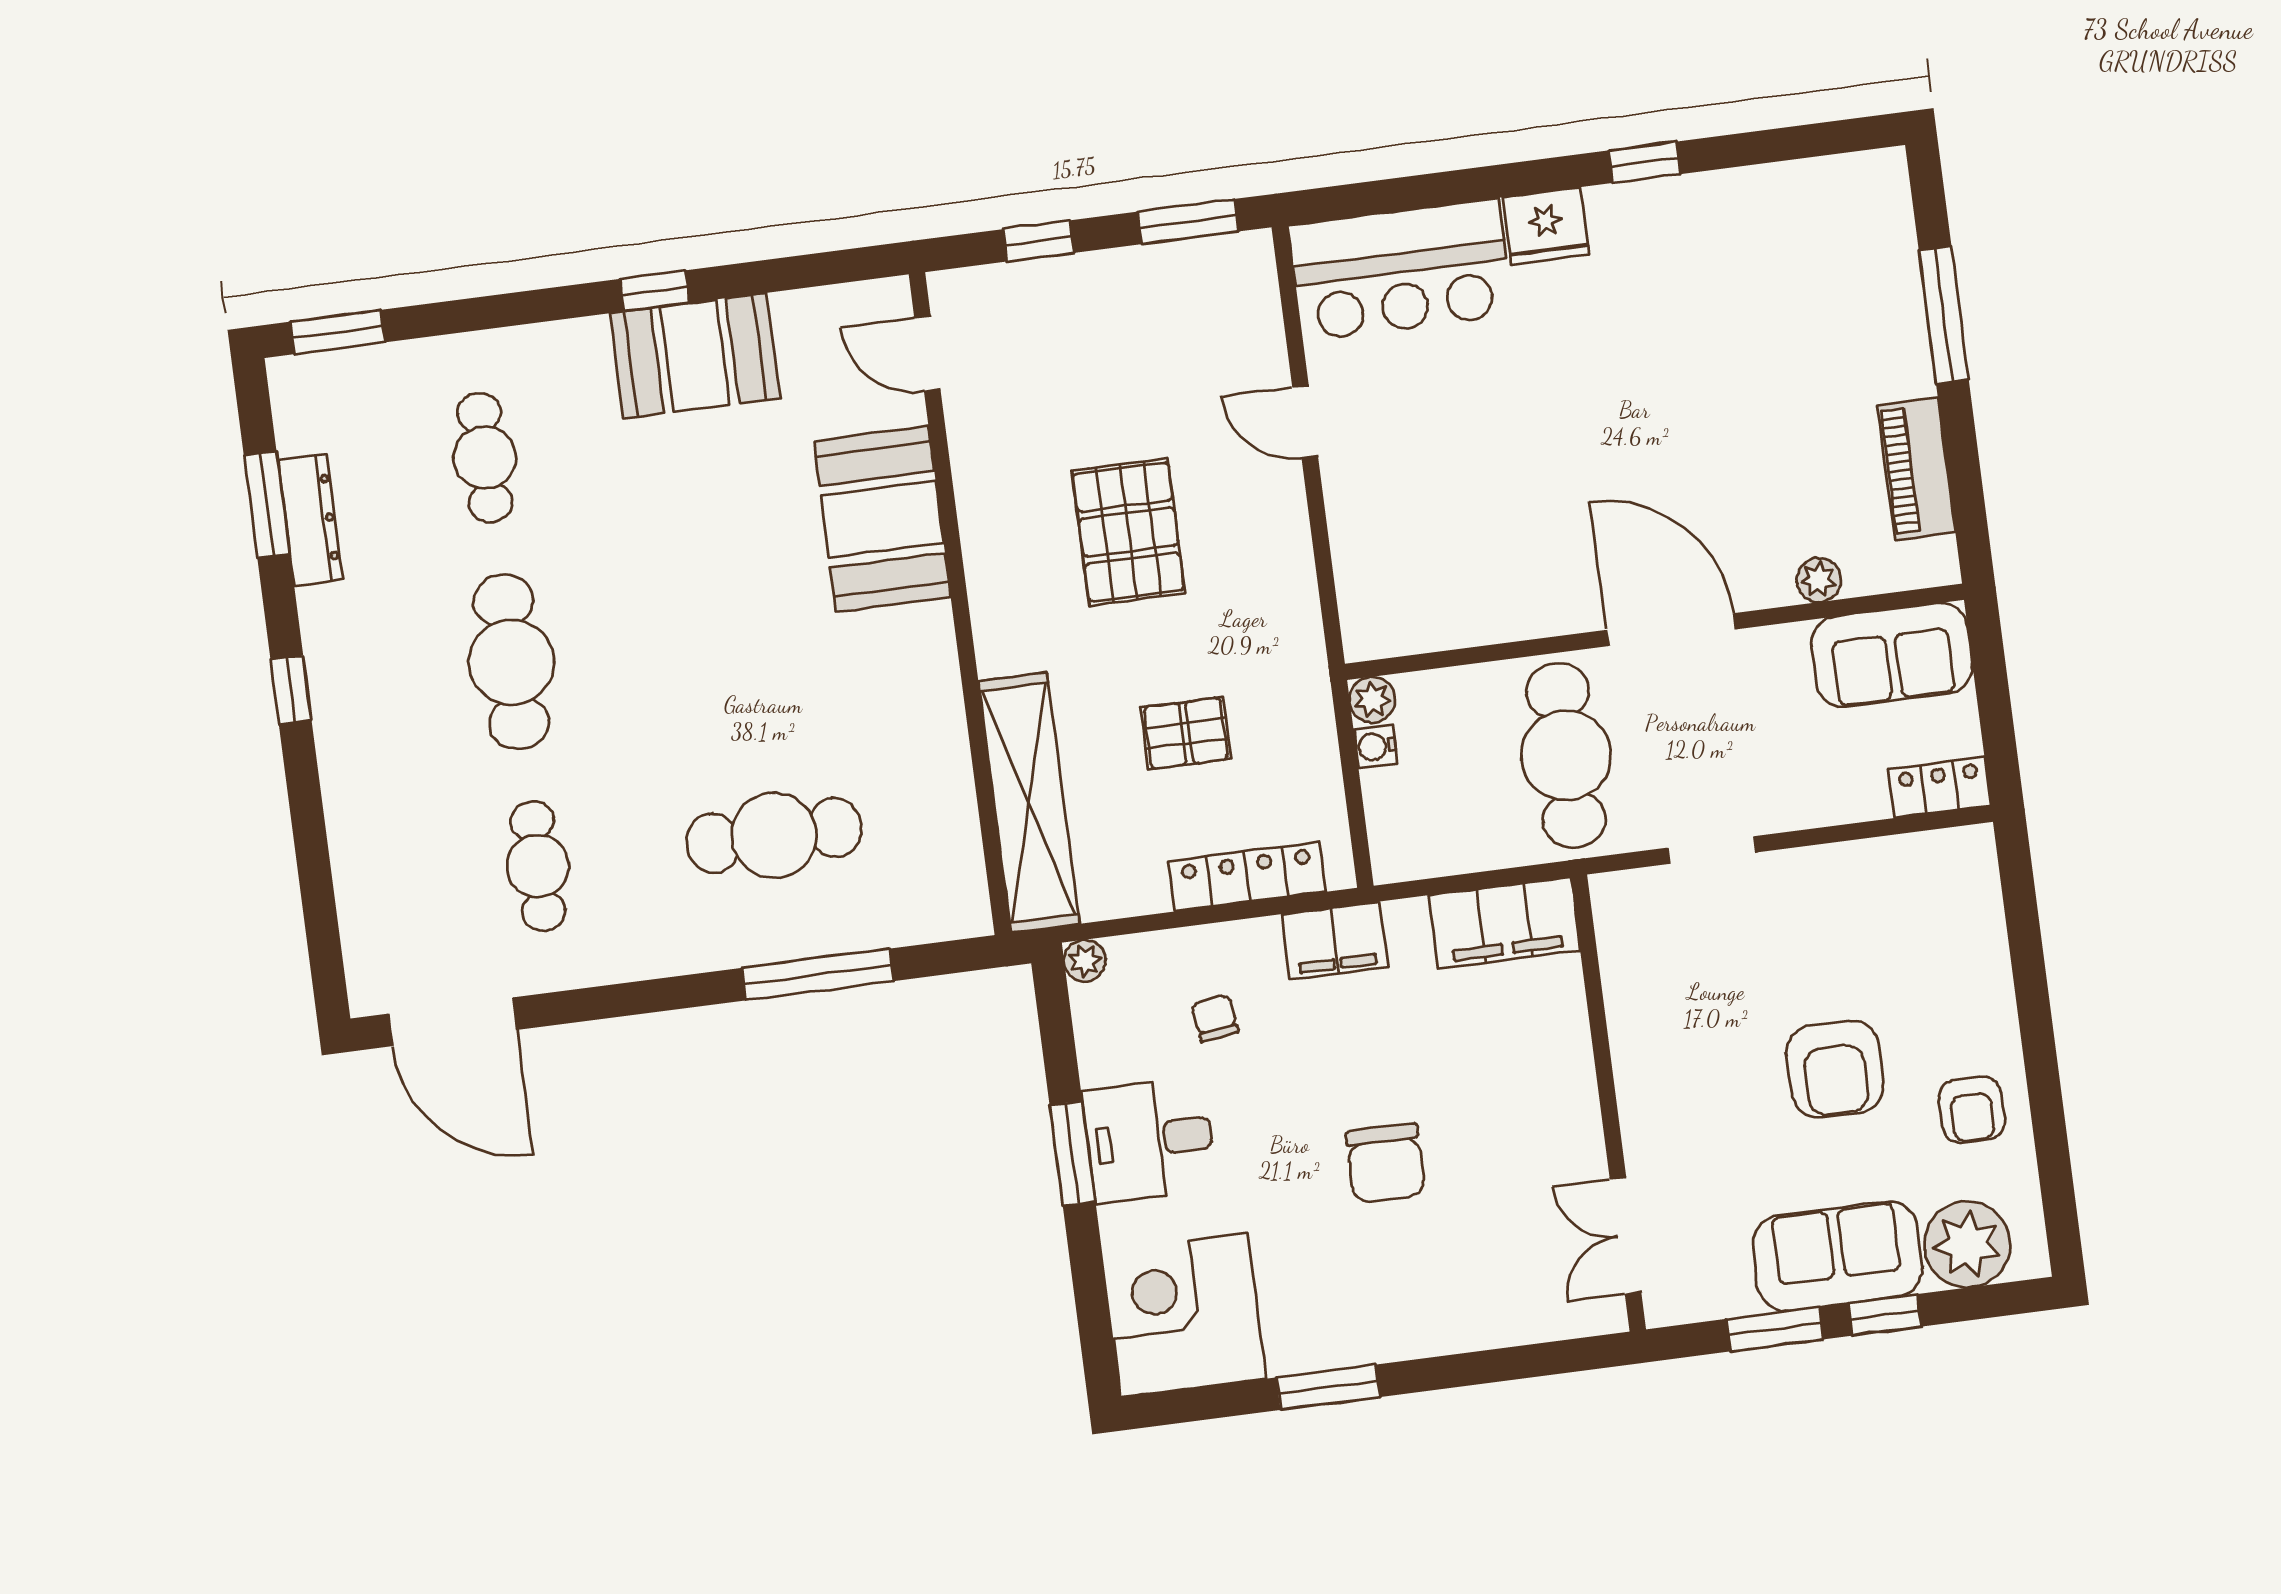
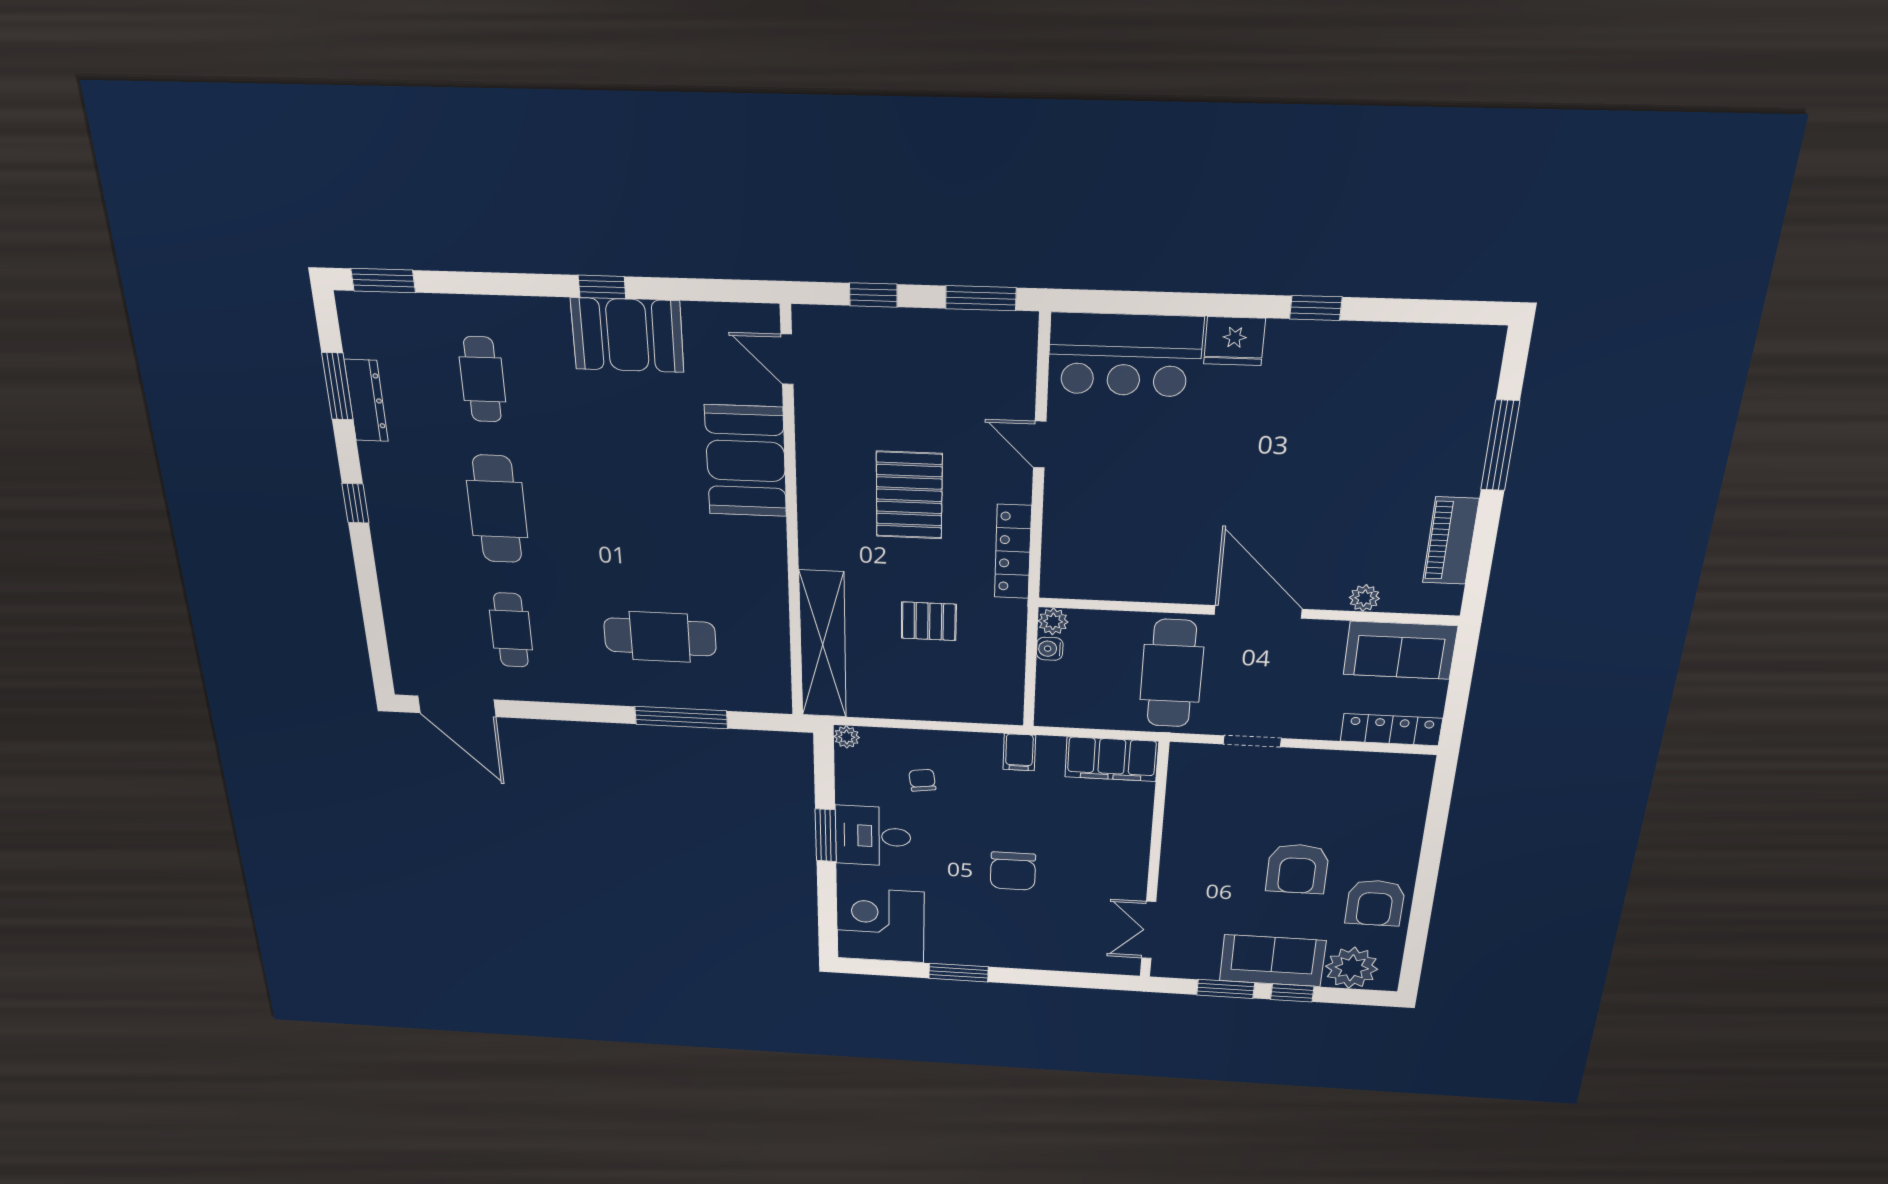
locker: (1940, 787) -> (1391, 730), width x1.53
locker: (1247, 877) -> (1013, 552), moved, turned -90
filing cabinet: (1335, 941) -> (1019, 752), width x0.50
armchair: (1972, 1110) -> (1375, 903), width x1.38, depth x1.38

